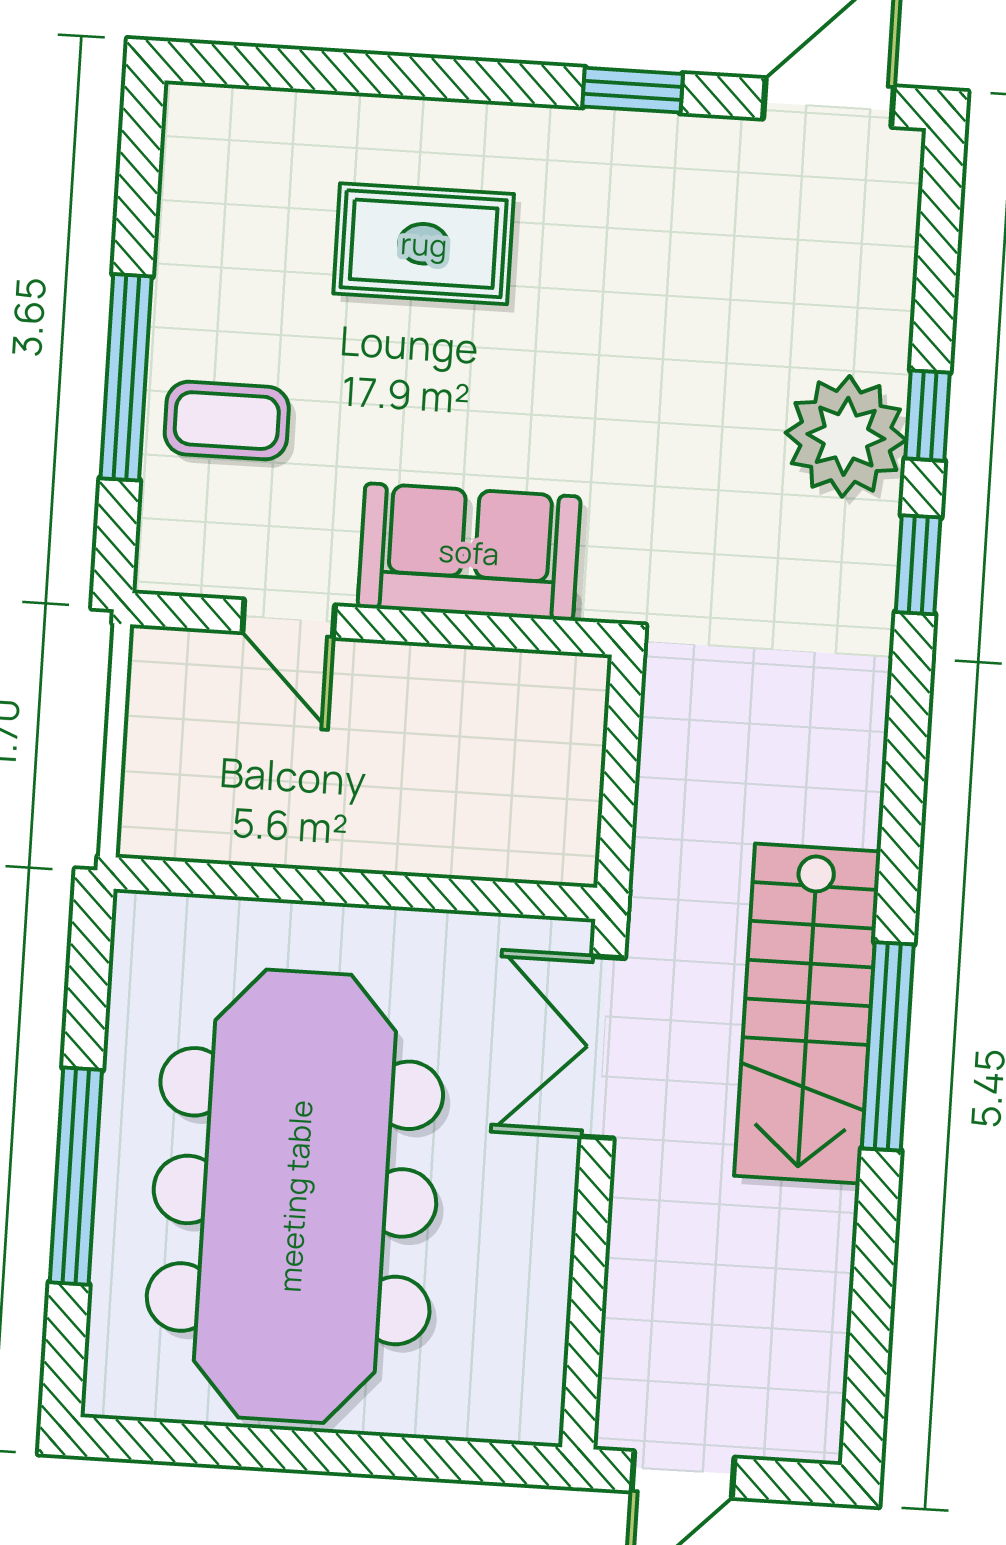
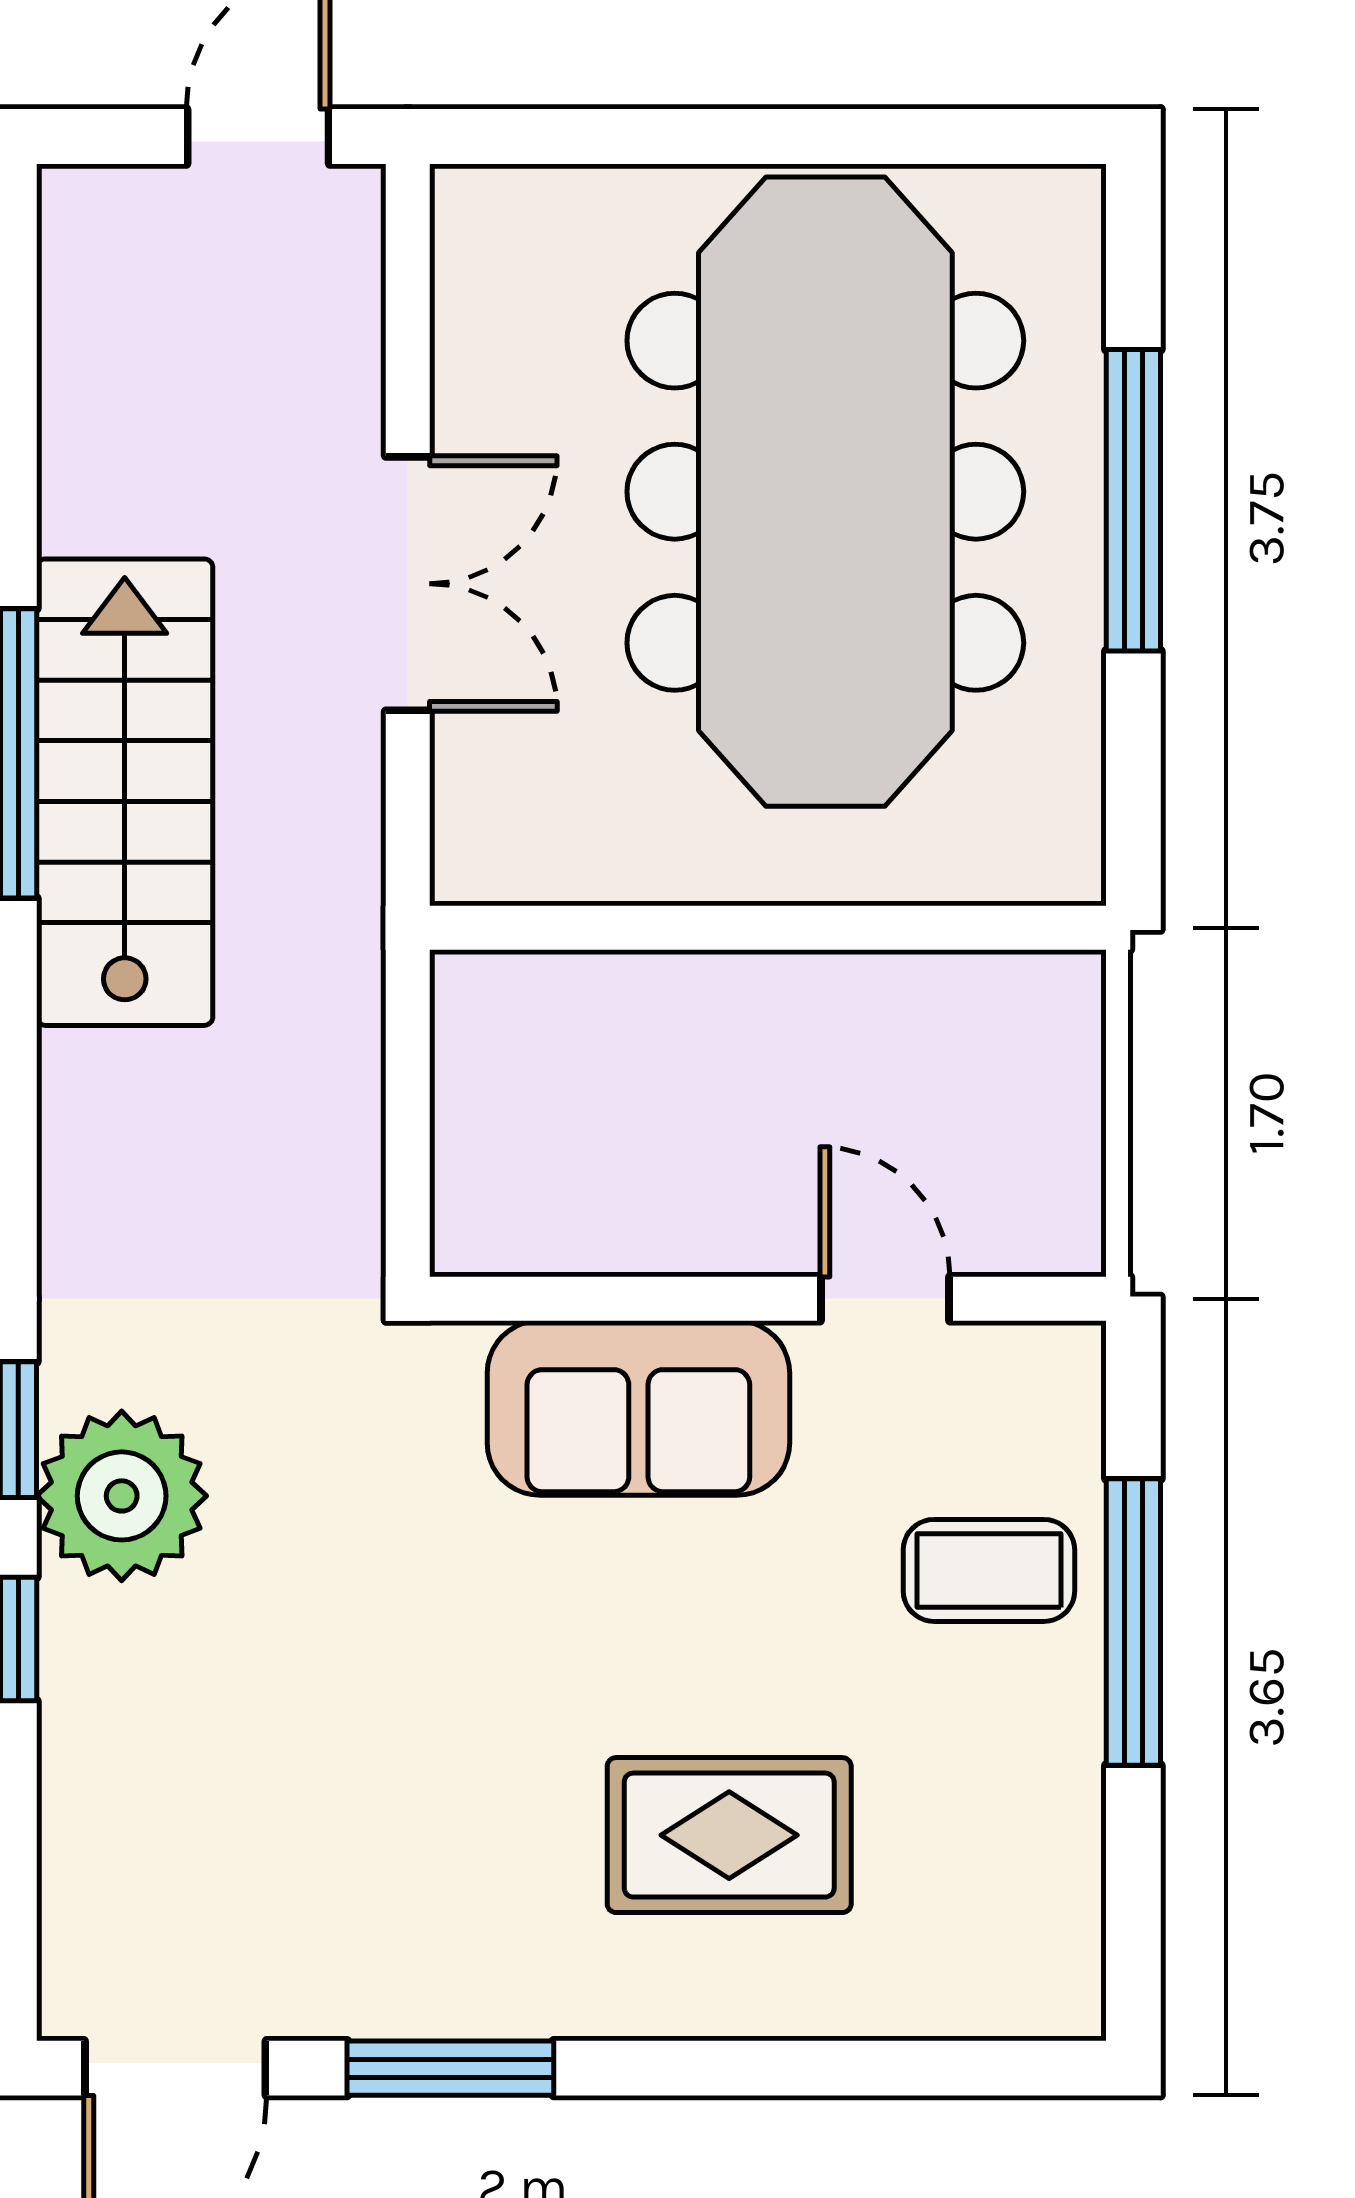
window: (633, 90) -> (450, 2068), width x1.50
plant: (846, 436) -> (122, 1496), moved
double door: (603, 1047) -> (408, 584), moved

